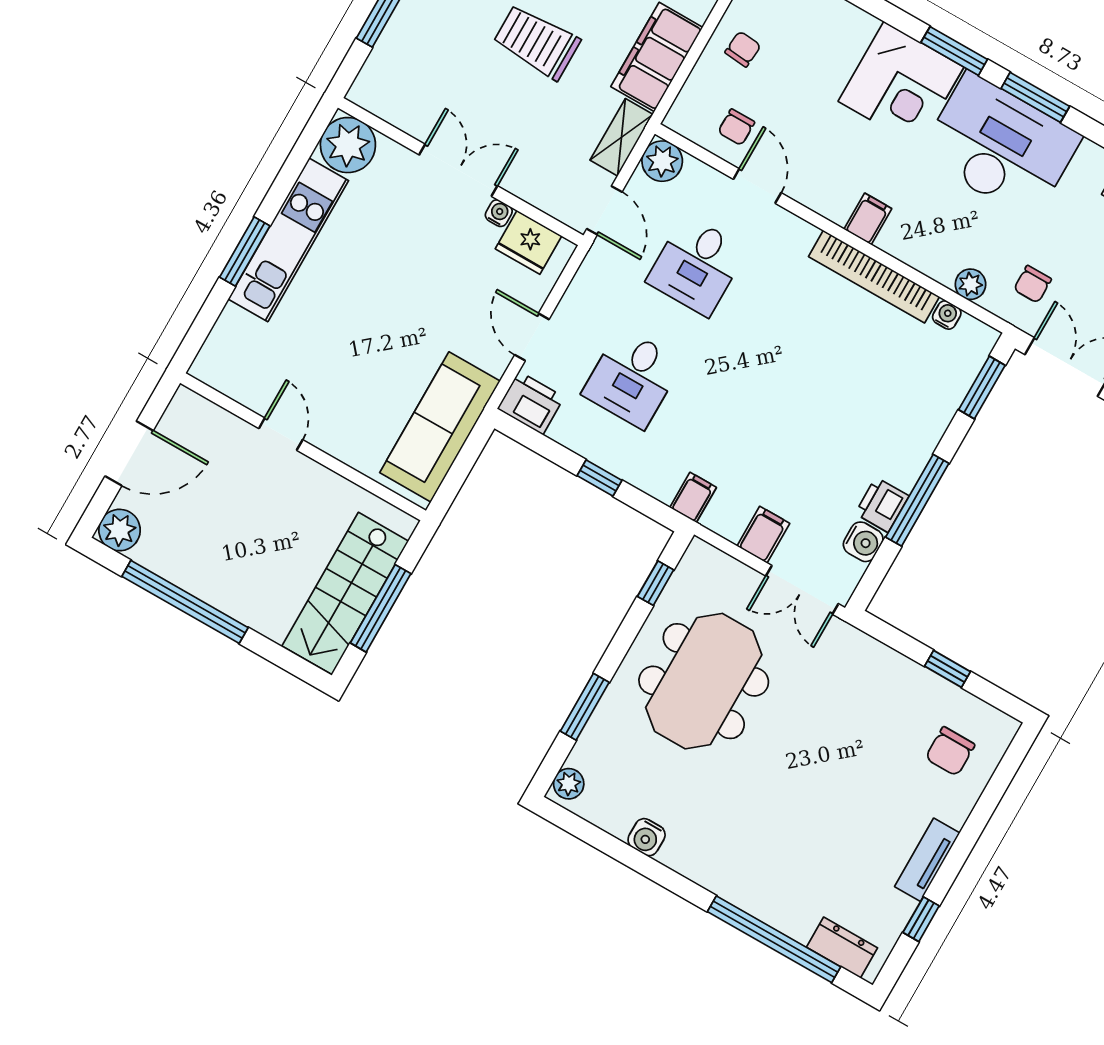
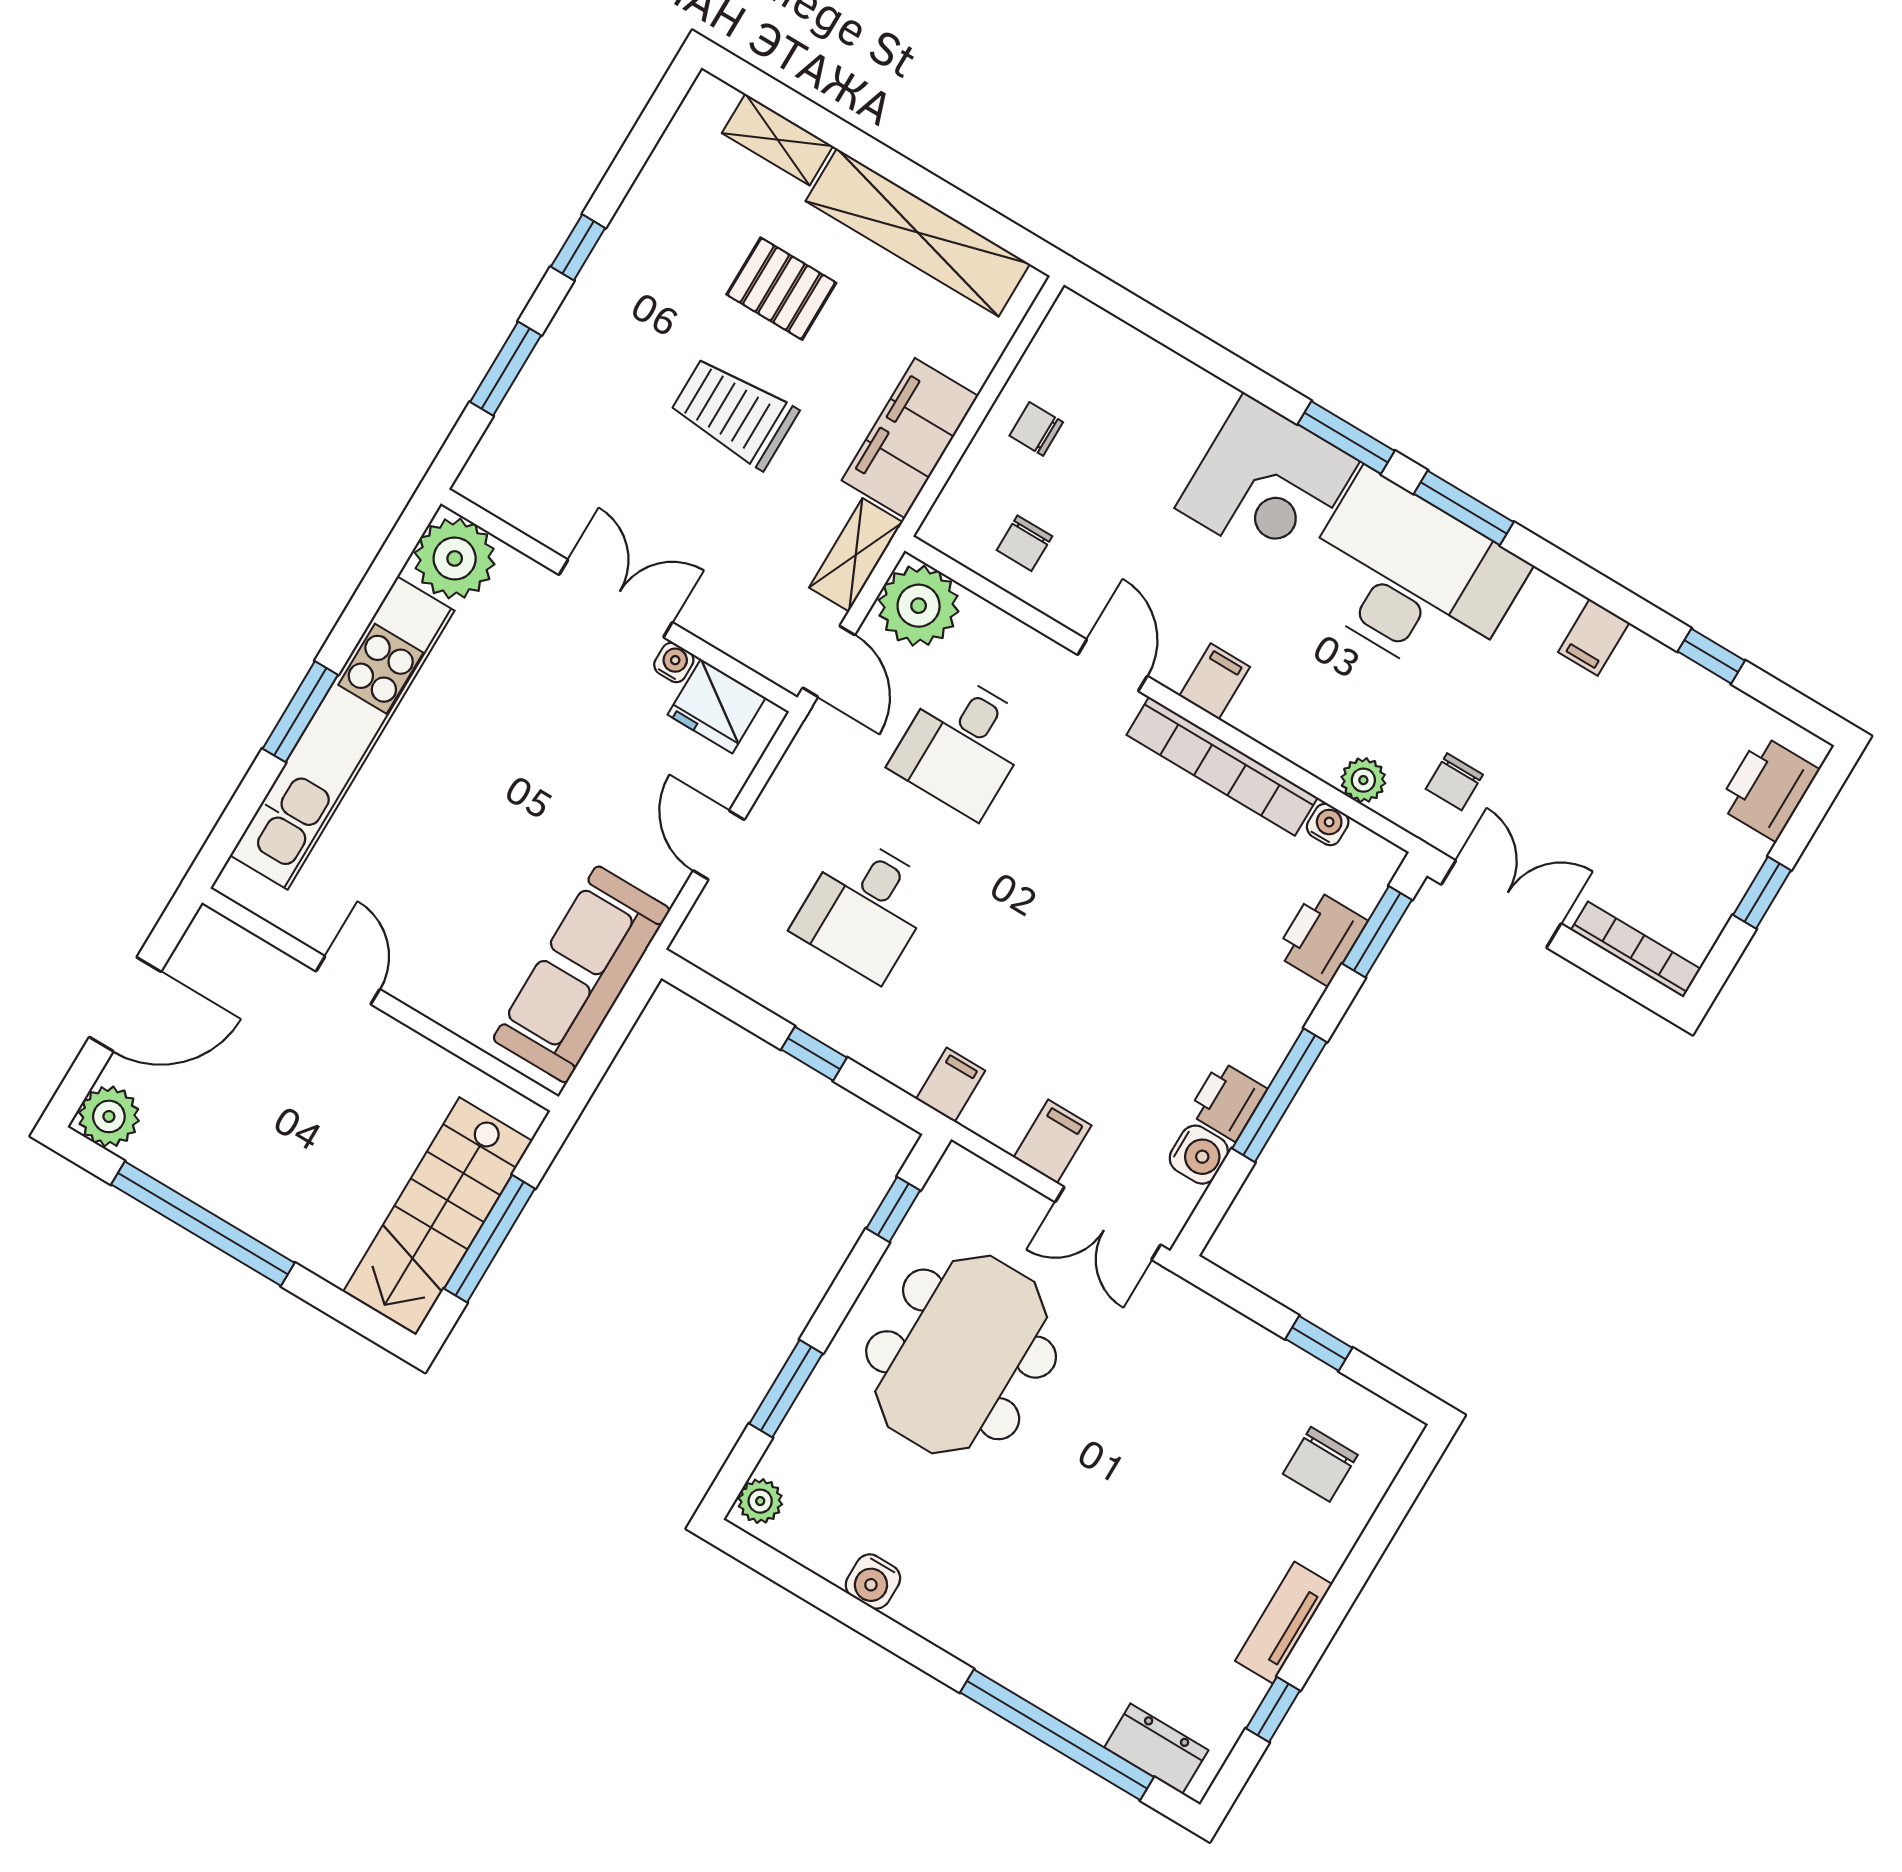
chair: (743, 49) -> (1036, 429), turned -95
plant: (662, 161) -> (919, 606), width x1.36, depth x1.36
door: (757, 186) -> (1112, 665), moved
kitchen unit: (288, 240) -> (342, 733), width x1.36
printer: (531, 403) -> (1321, 937), moved, turned -90

